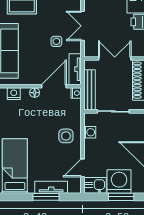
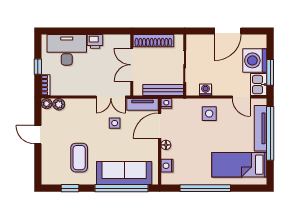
double door: (82, 26) -> (111, 97), moved
door: (54, 86) -> (160, 126), hinge flipped
tv unit: (51, 187) -> (260, 128), width x1.41
window: (46, 197) -> (270, 133), width x2.11
window: (121, 197) -> (270, 72), moved

